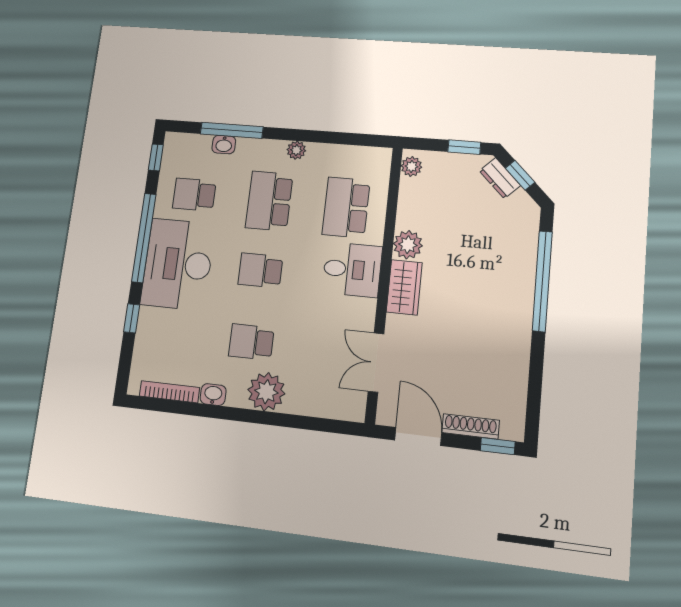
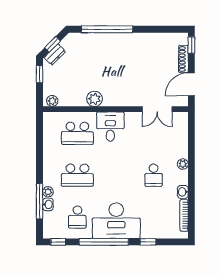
plant: (296, 150) -> (48, 192), moved
school desk: (260, 270) -> (115, 175), removed
wardrobe: (404, 287) -> (117, 98), removed
plant: (266, 392) -> (183, 164), width x0.53, depth x0.53

